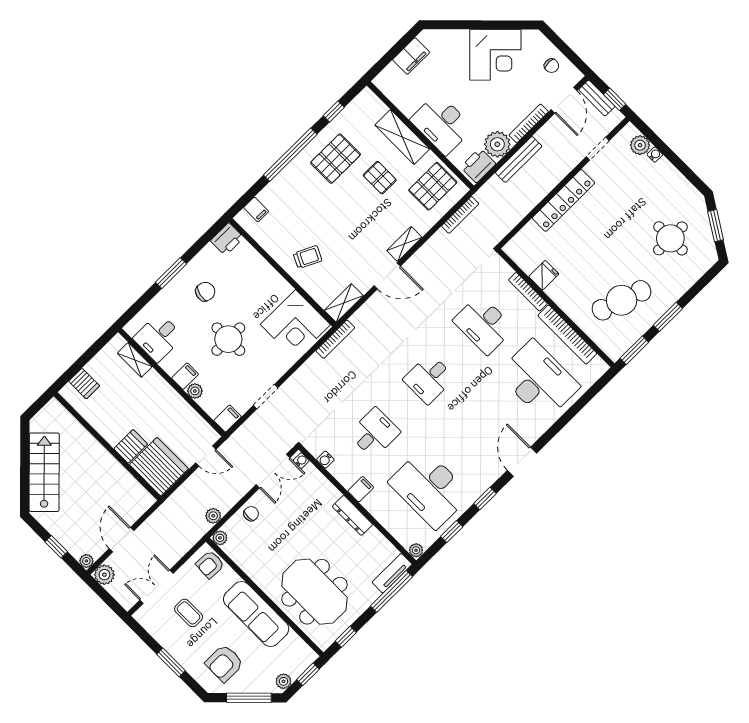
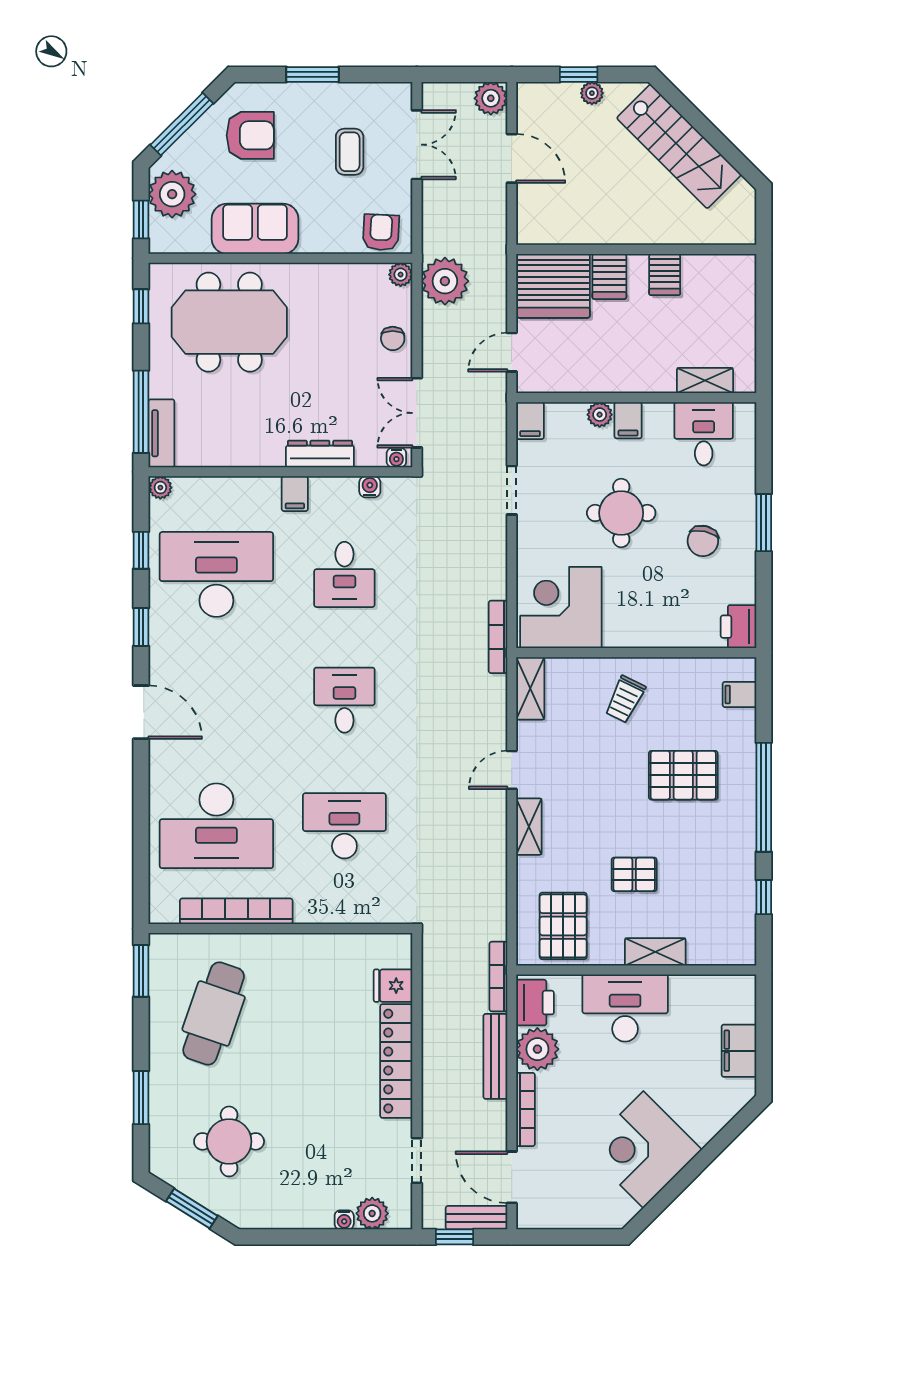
chair: (551, 66) -> (566, 1202), removed
shelving: (402, 137) -> (655, 952), width x0.67, depth x0.75
pallet: (336, 159) -> (683, 775), moved, turned 90
bookcase: (460, 215) -> (498, 977), moved
fridge: (544, 275) -> (393, 986), moved, turned 90
door: (387, 276) -> (512, 770), width x0.73
bookcase: (528, 292) -> (331, 915), removed
window: (668, 317) -> (141, 1098), moved
server rack: (84, 384) -> (665, 275), moved, turned -90
dresser: (352, 515) -> (320, 454), moved
plant: (213, 516) -> (445, 281), width x1.87, depth x1.87
plant: (86, 561) -> (592, 93), moved
coffee table: (189, 613) -> (350, 152), turned 90
sofa: (256, 614) -> (255, 229), width x0.73
armchair: (224, 663) -> (250, 135), turned 90
plant: (283, 681) -> (172, 194), width x1.88, depth x1.88

